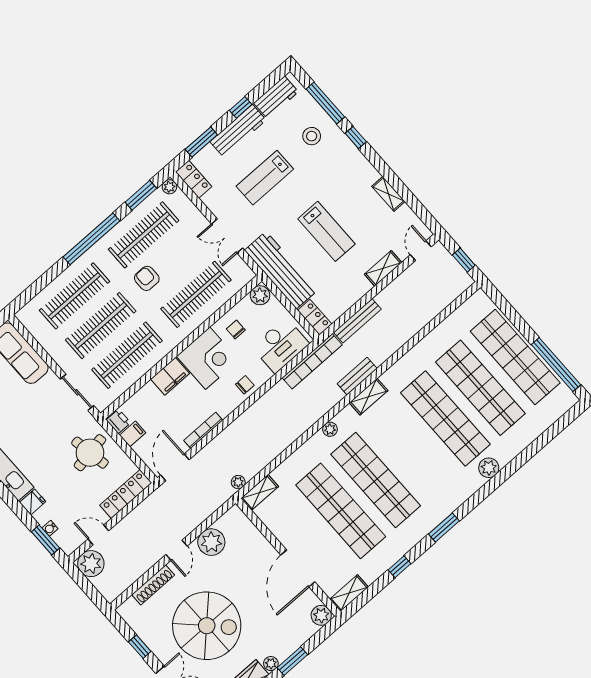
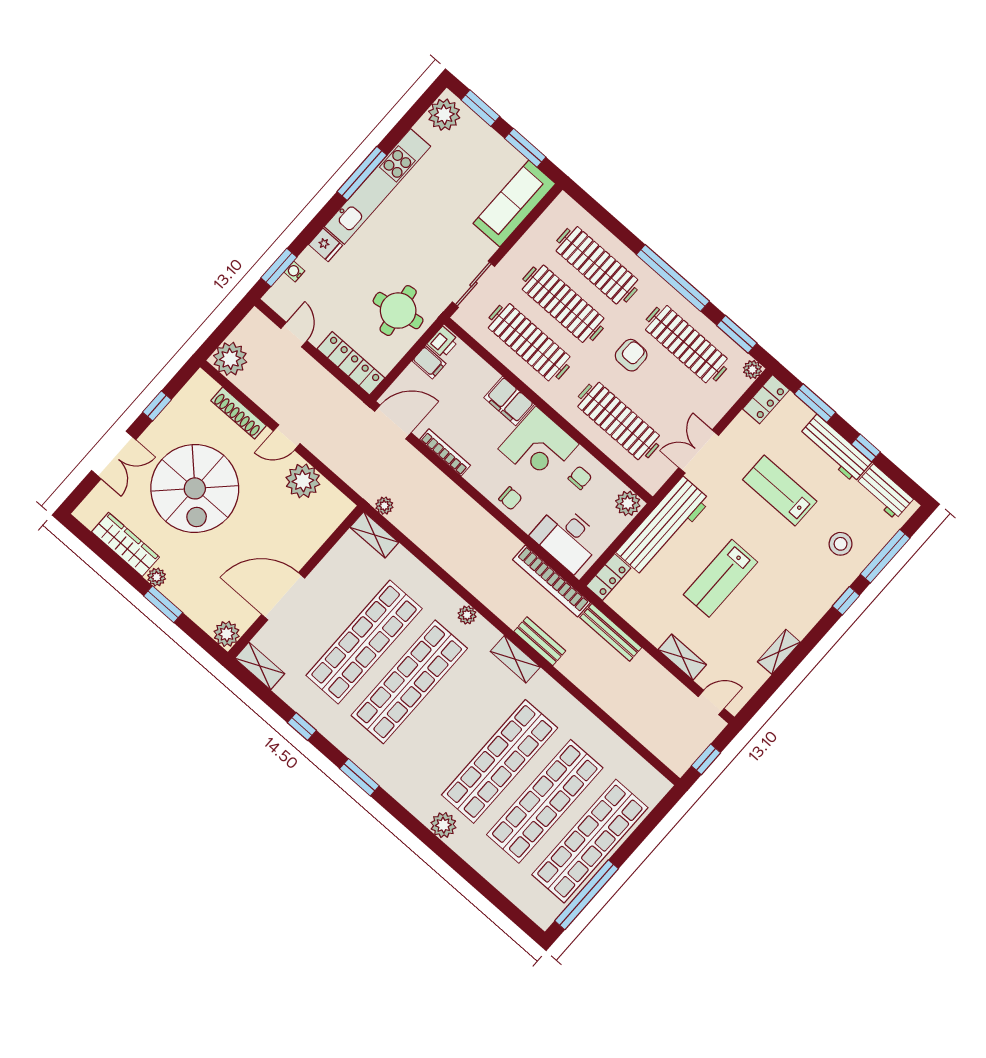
plant: (91, 564) -> (230, 359), moved

